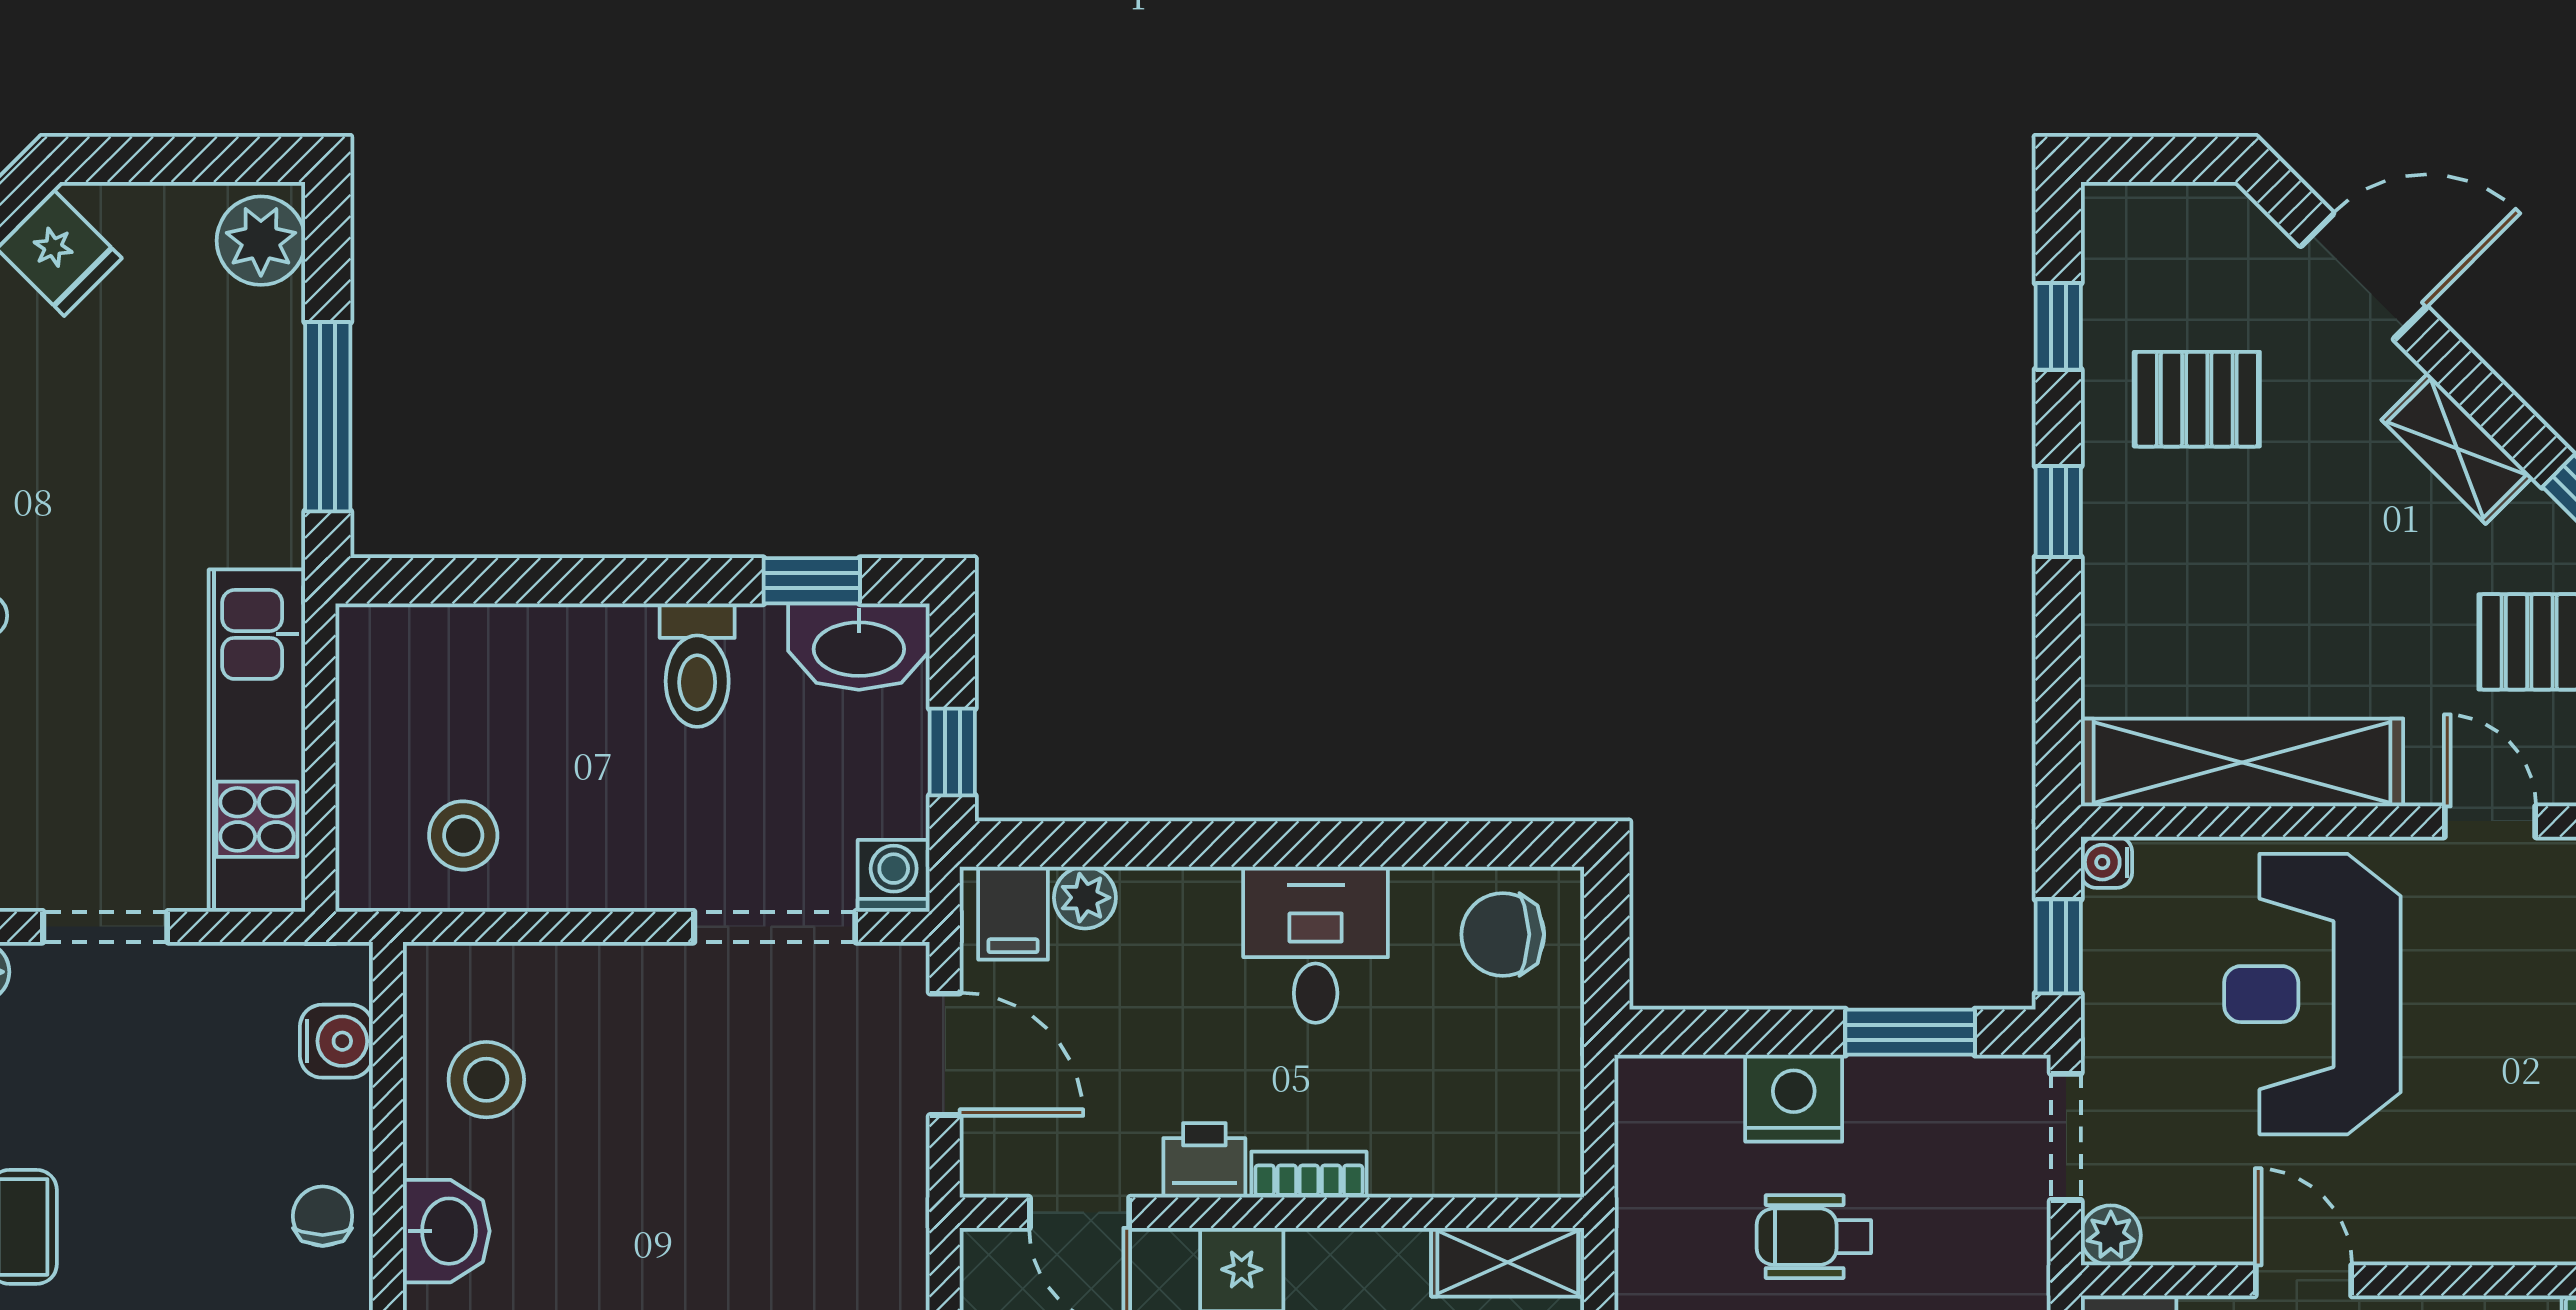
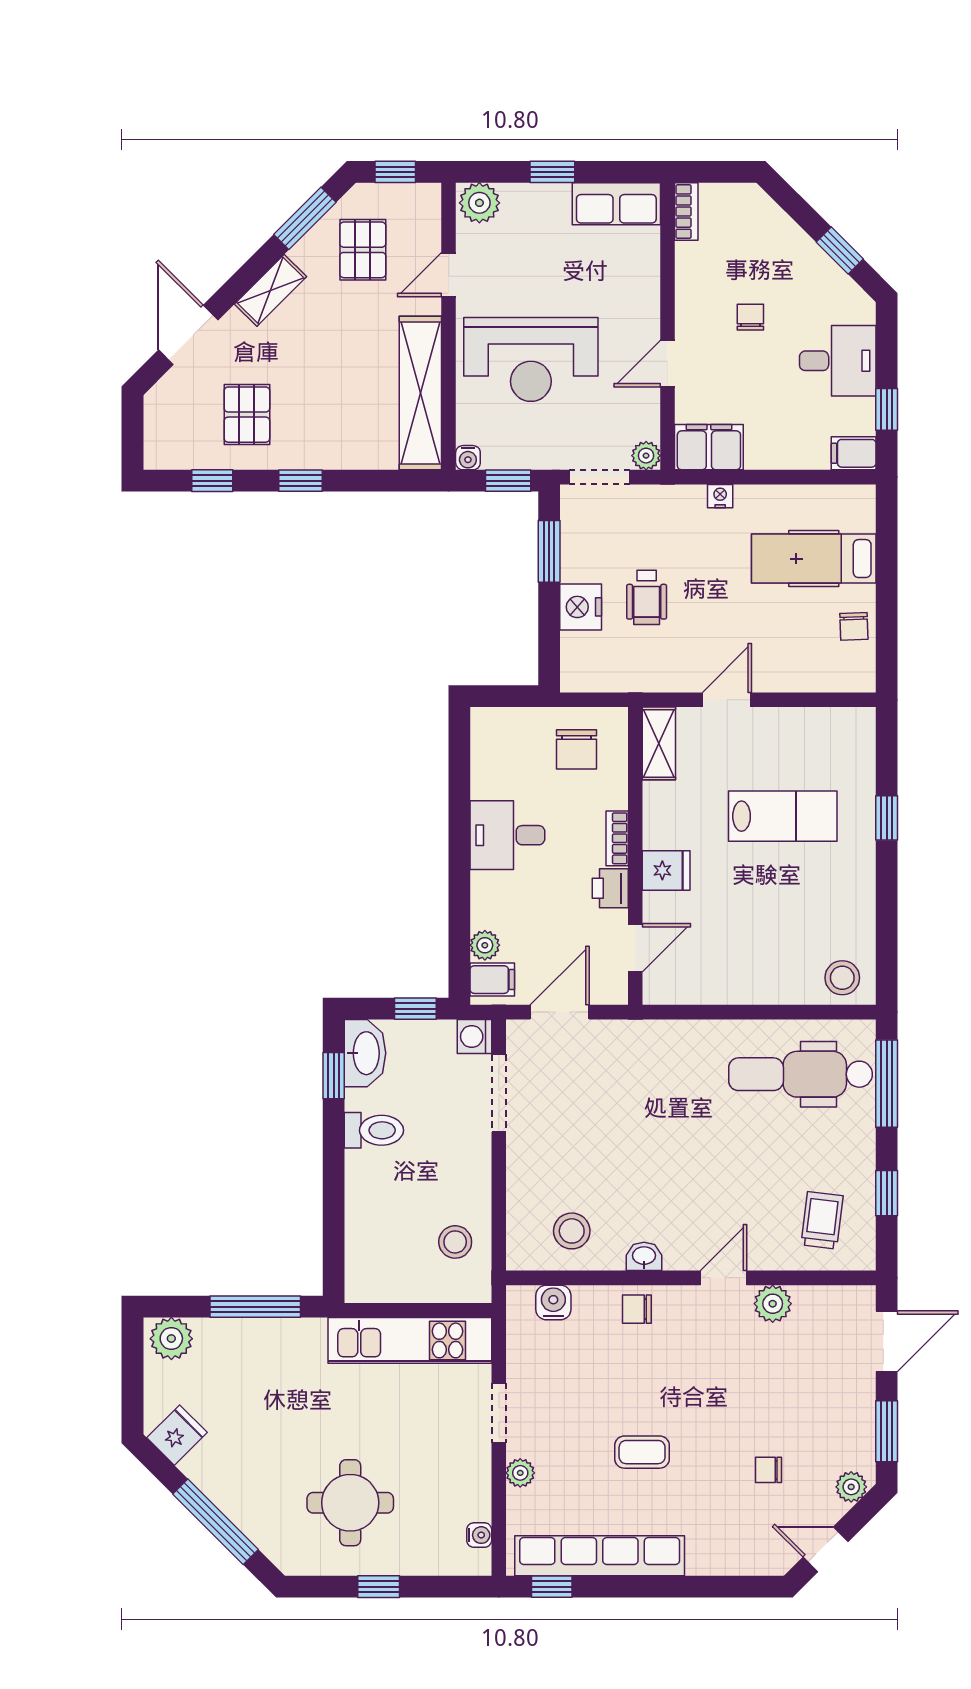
chair: (1503, 934) -> (577, 749), moved
washbasin: (446, 1231) -> (644, 1256), width x0.72, depth x0.69

